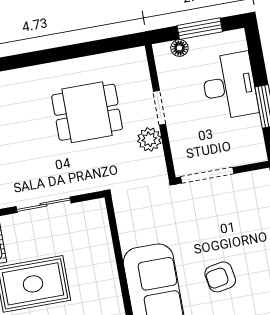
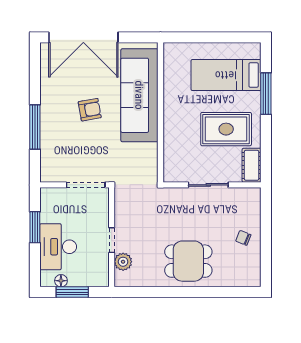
floor lamp: (179, 48) -> (61, 281), moved
dining table: (87, 112) -> (188, 261), moved
plant: (149, 139) -> (123, 262), moved

